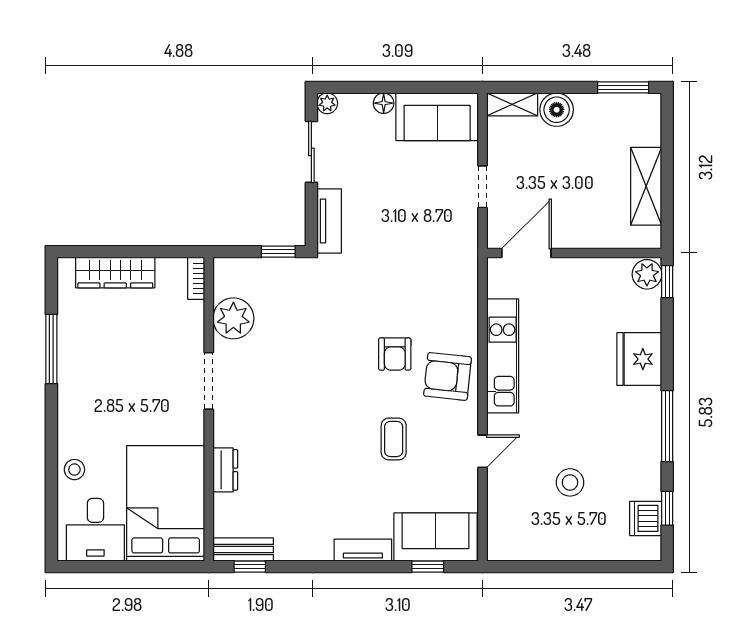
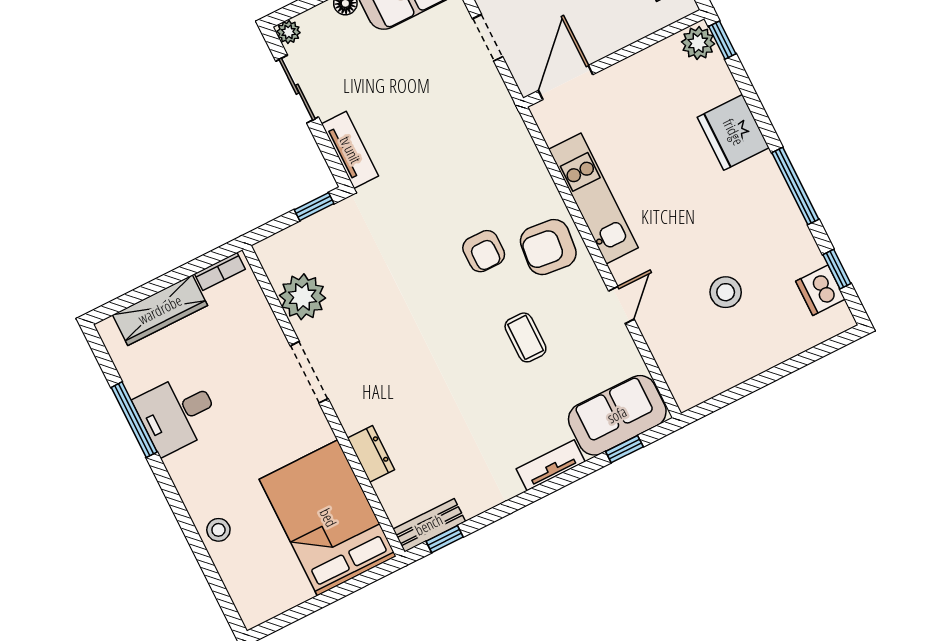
bookcase: (196, 278) -> (220, 271), moved, turned -90
desk: (95, 530) -> (177, 413), moved, turned 90

